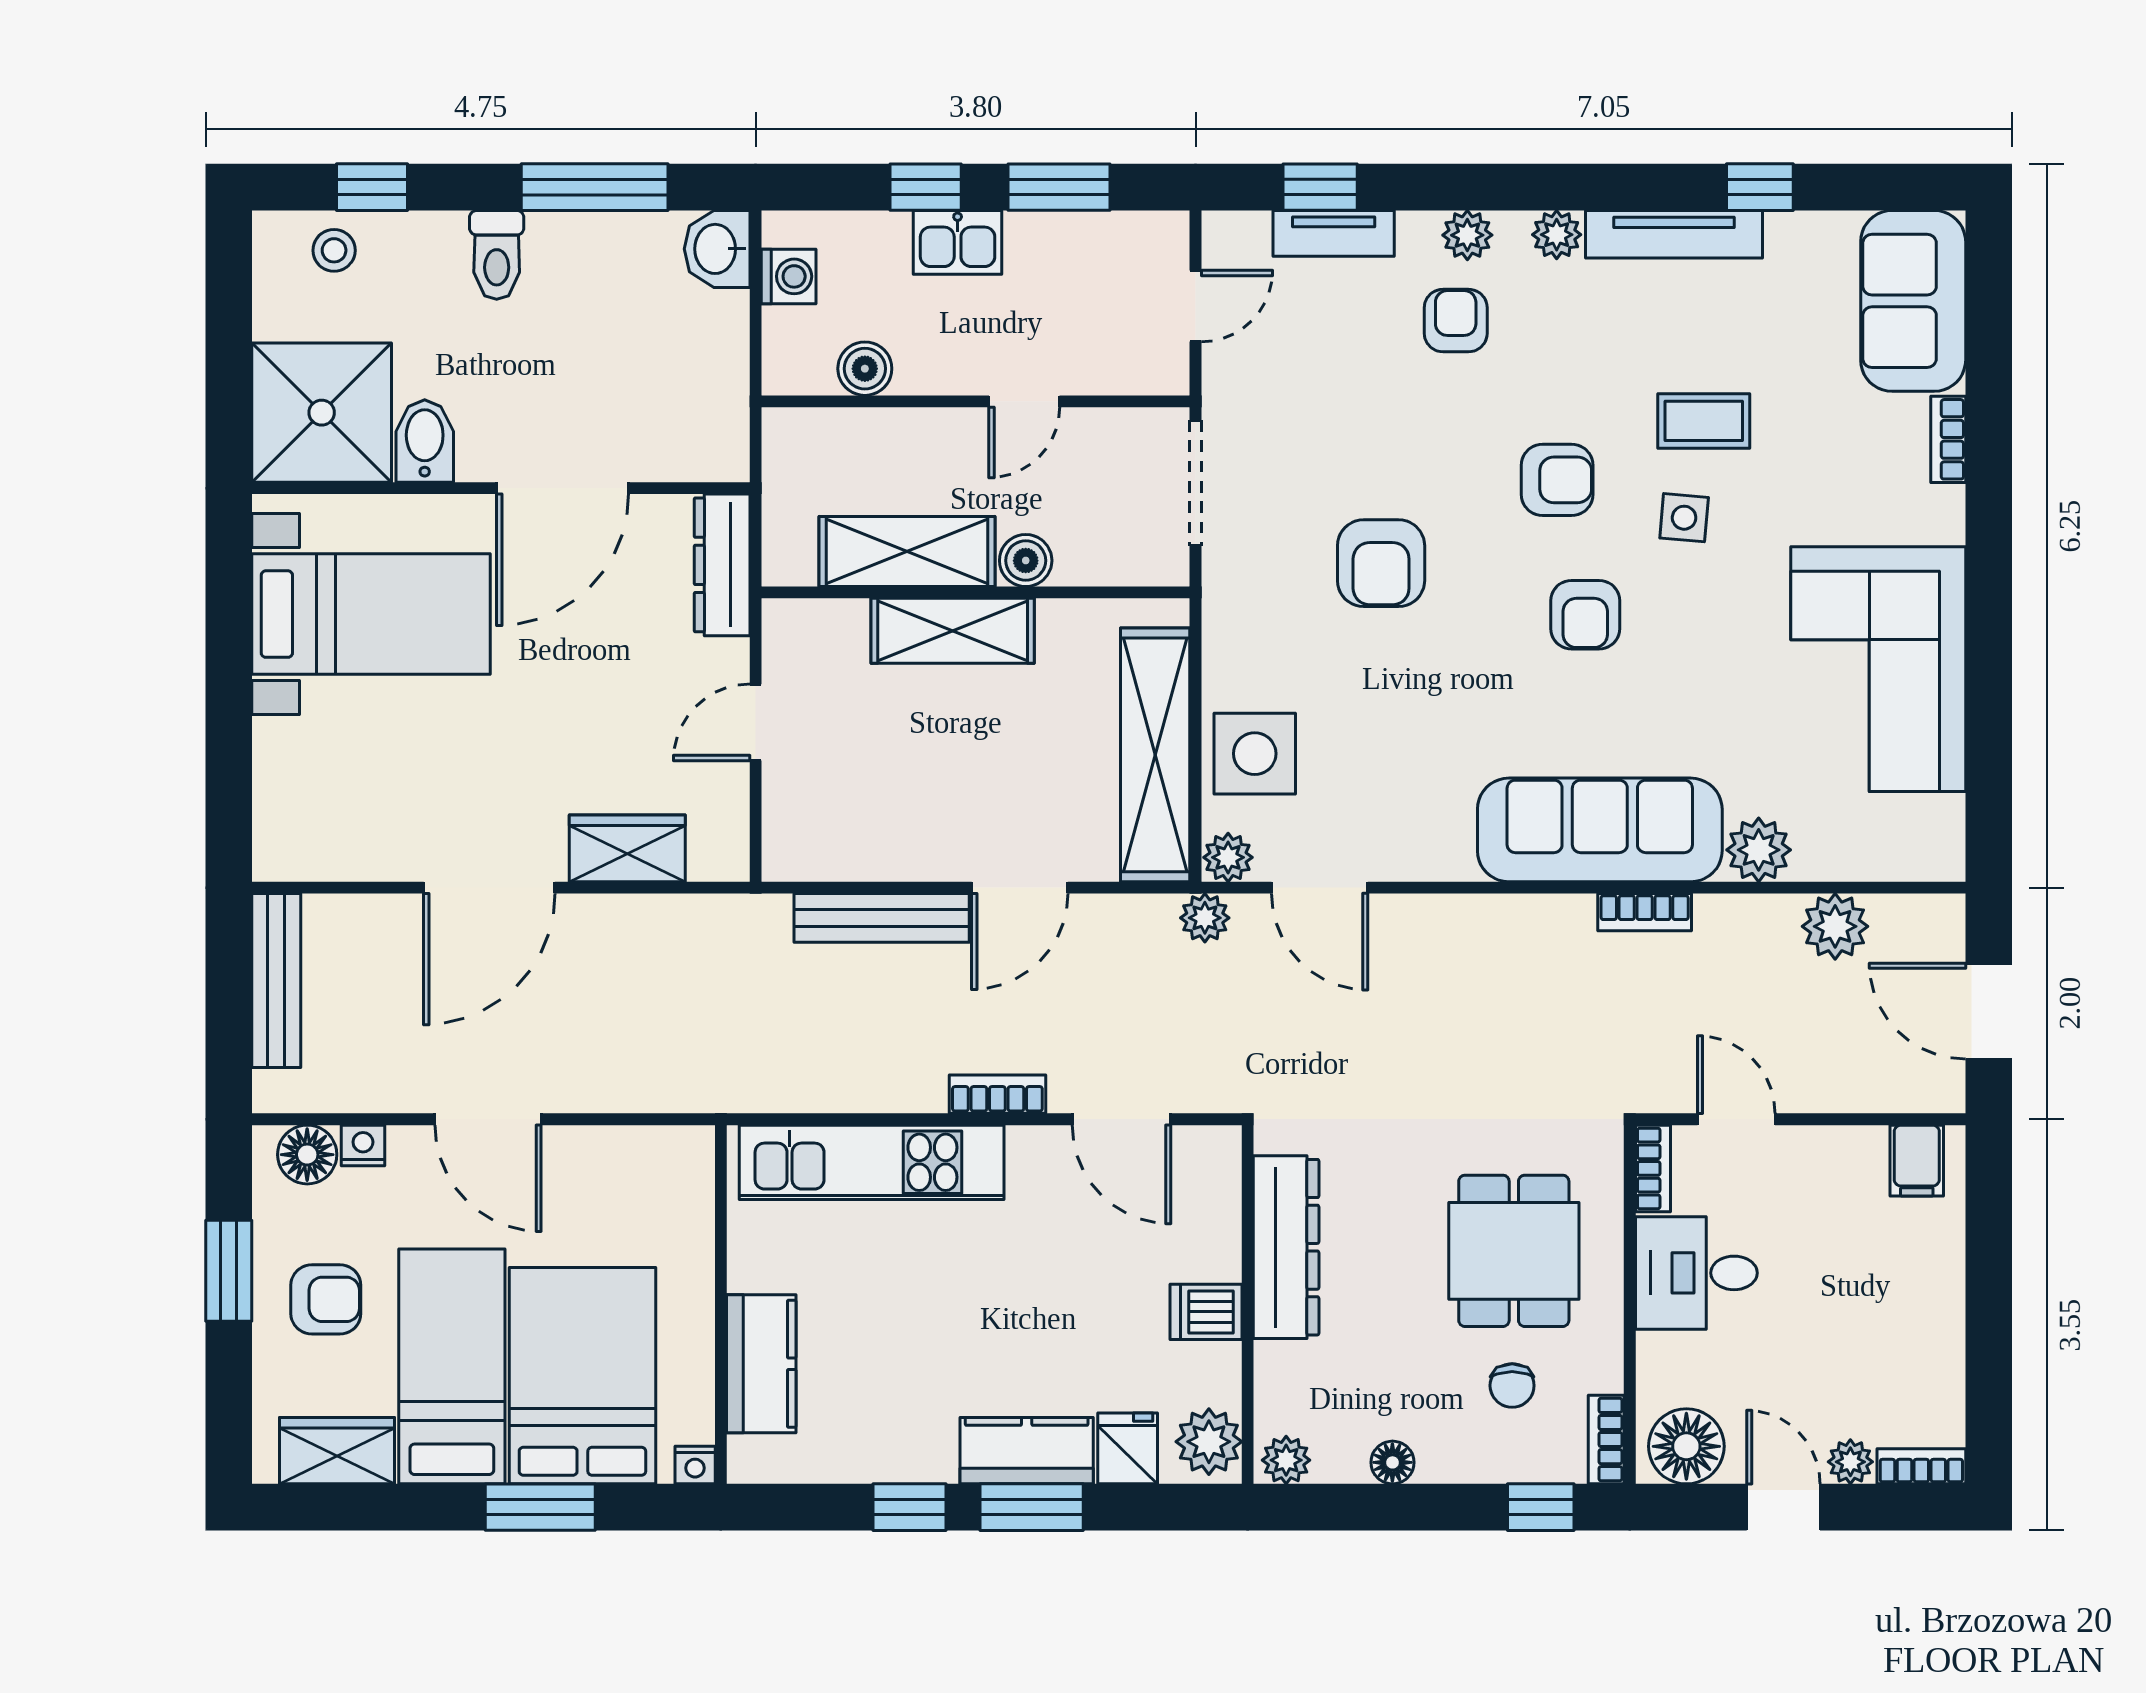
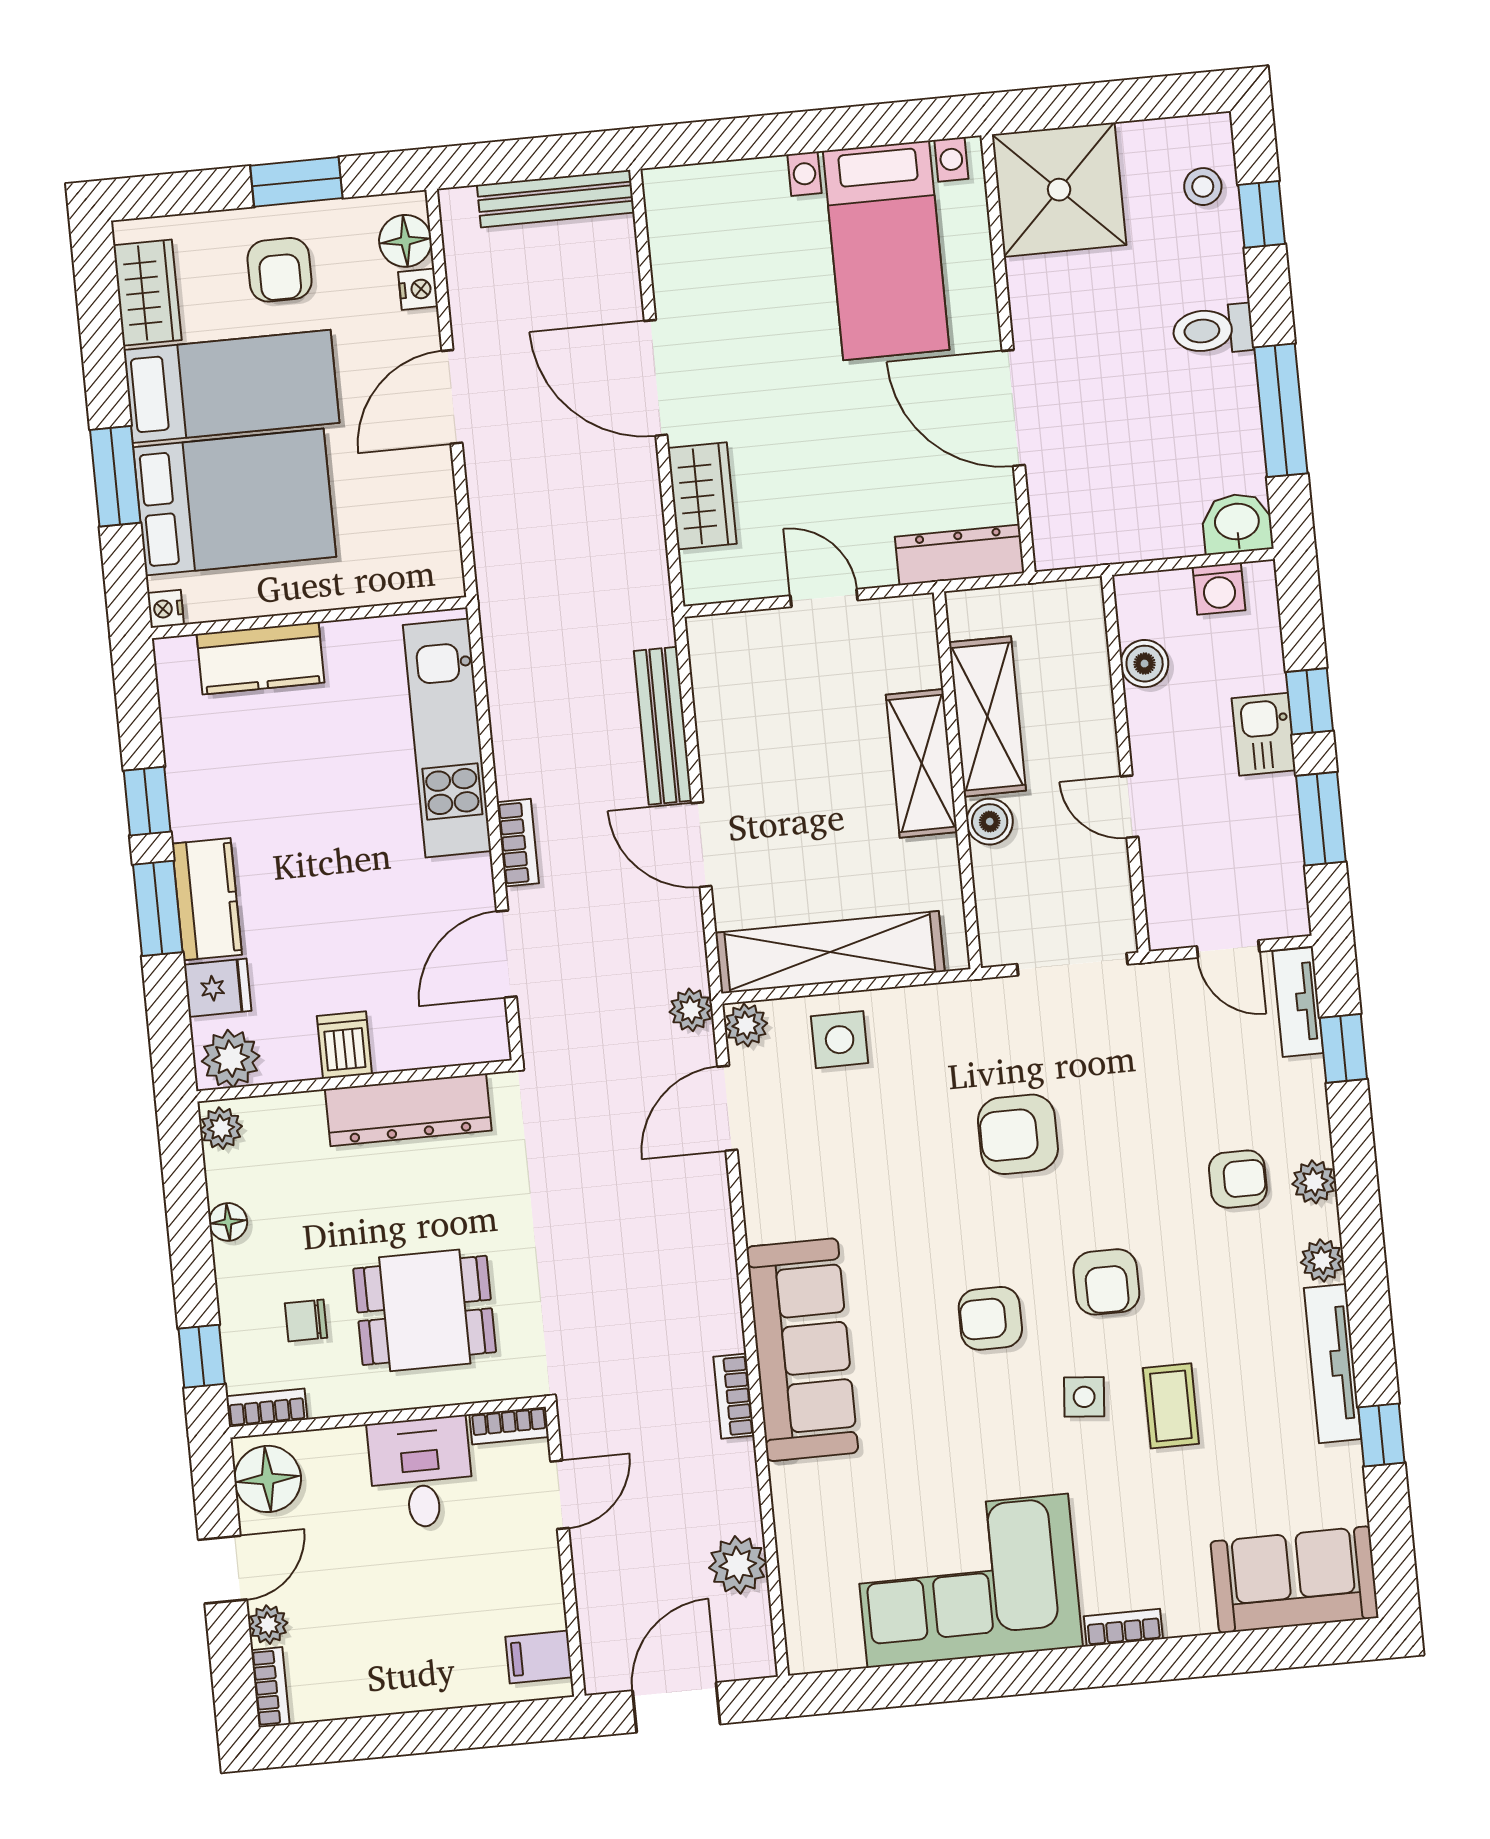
tv unit: (1334, 233) -> (1298, 1002), moved
bookcase: (1948, 439) -> (1123, 1628), moved
bidet: (425, 441) -> (1043, 283), removed
side table: (1255, 754) -> (840, 1040), width x0.73, depth x0.73
plant: (1759, 850) -> (798, 1491), removed

